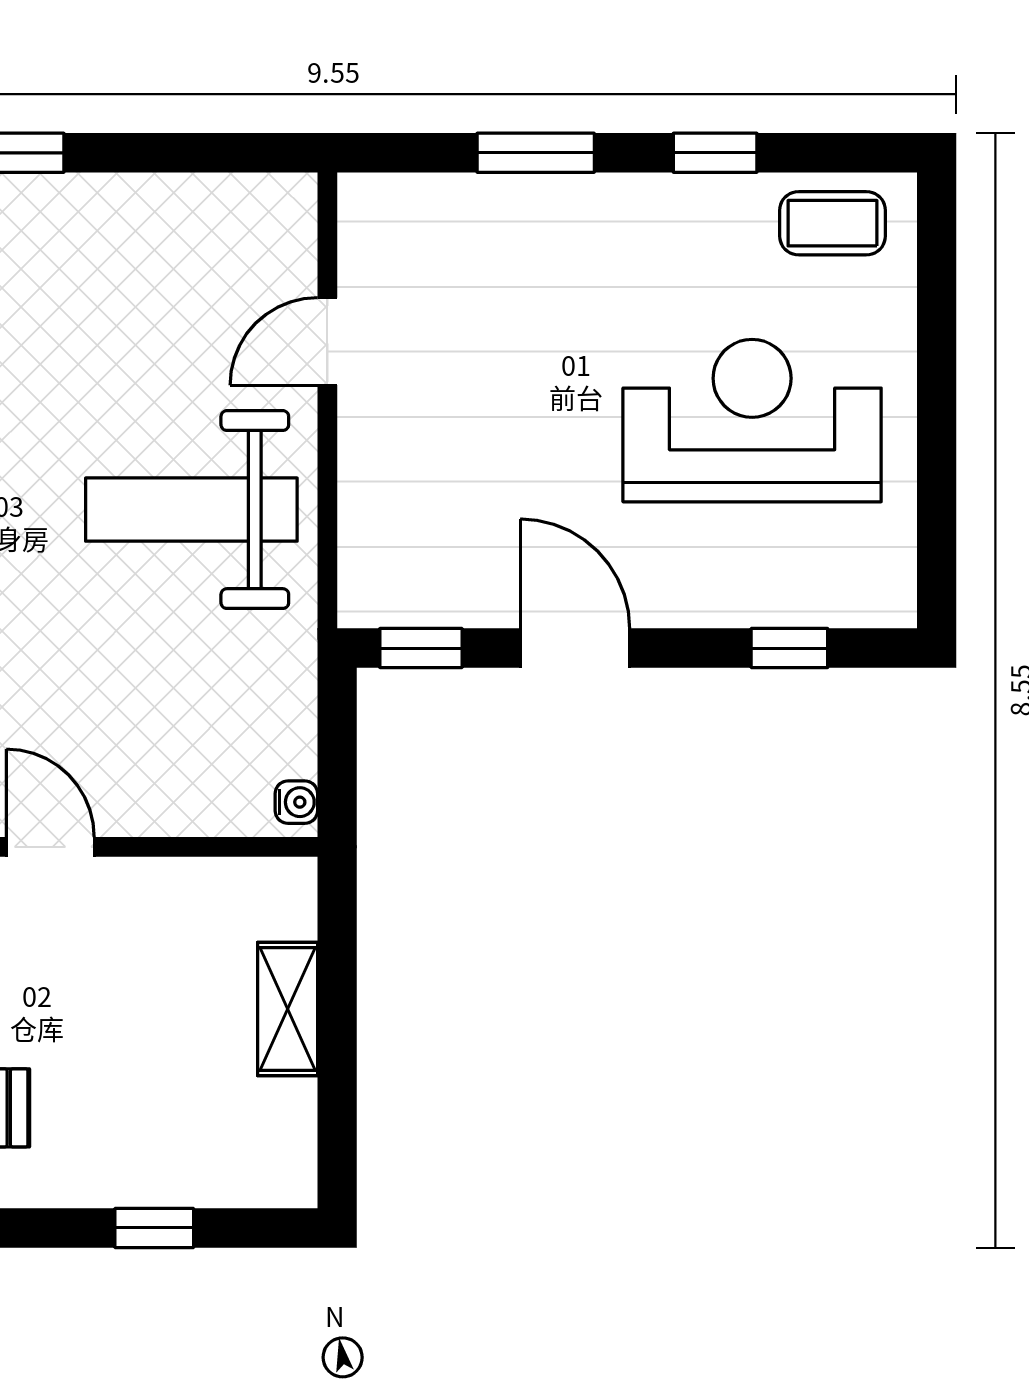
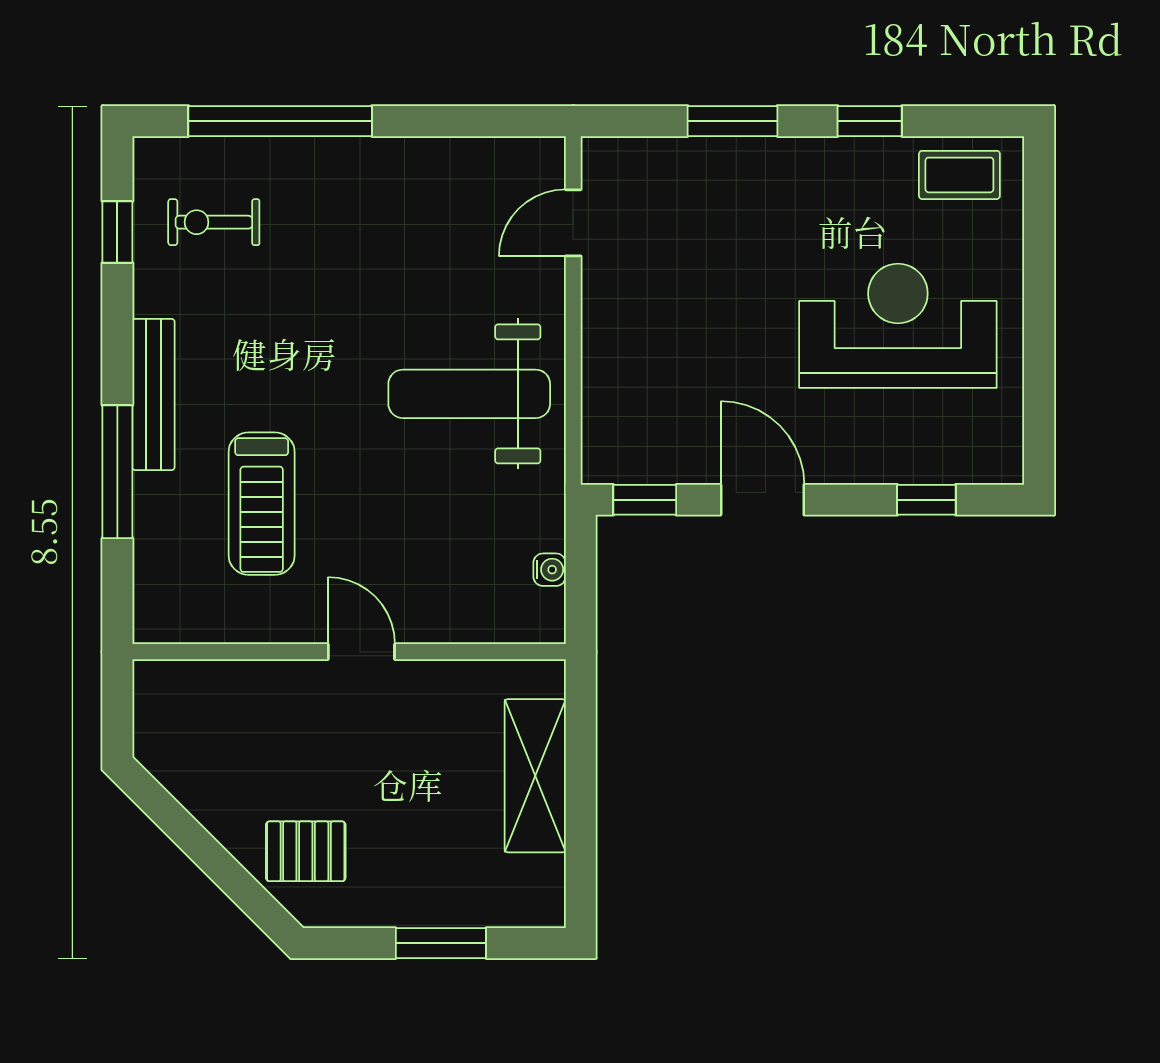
door: (327, 341) -> (573, 223), moved
water cooler: (296, 802) -> (550, 570), moved
shelving: (288, 1009) -> (535, 776), width x1.50, depth x1.33
window: (154, 1228) -> (441, 943), width x1.50

